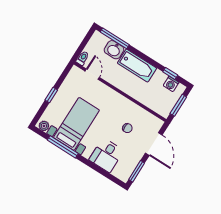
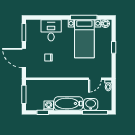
door: (92, 74) -> (95, 79), hinge flipped
washing machine: (171, 84) -> (49, 106), moved

